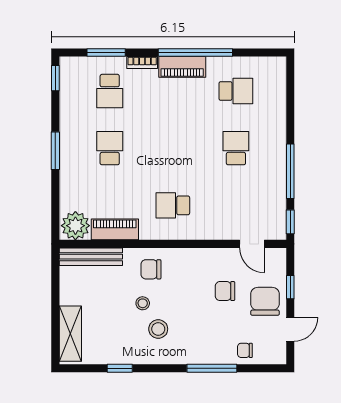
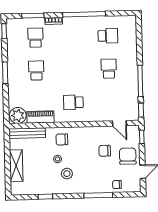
piano: (182, 67) -> (77, 23), removed
school desk: (110, 91) -> (35, 38), turned 180
window: (290, 287) -> (142, 137), moved
shelving: (70, 334) -> (16, 166), moved

